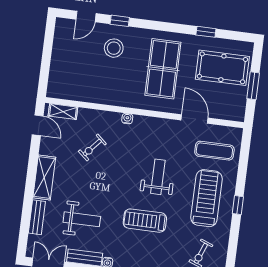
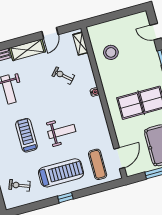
stool: (114, 48) -> (111, 52), moved
door: (195, 119) -> (119, 158), moved
door: (38, 125) -> (50, 33), moved

